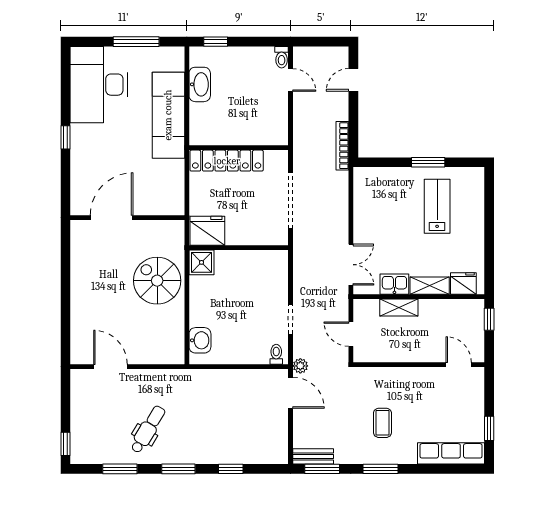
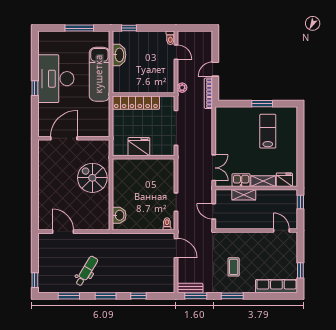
door: (353, 80) -> (215, 69), moved
desk: (99, 85) -> (56, 79), moved
fridge: (207, 231) -> (139, 147), moved
shower: (201, 262) -> (120, 166), removed
plant: (300, 366) -> (182, 88), moved

